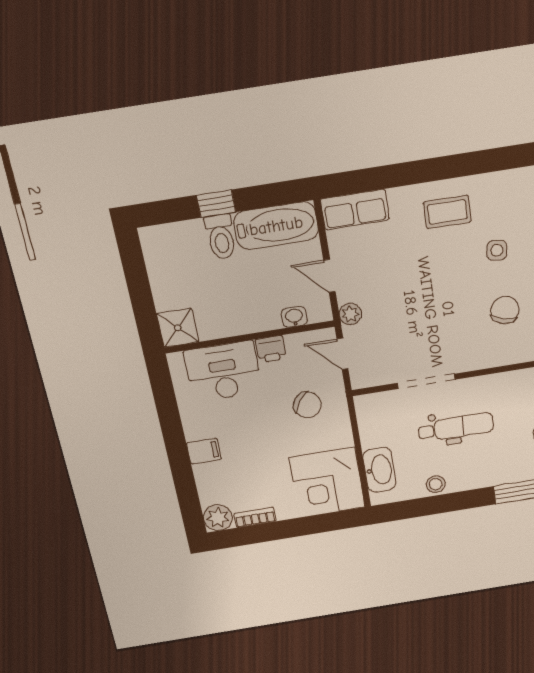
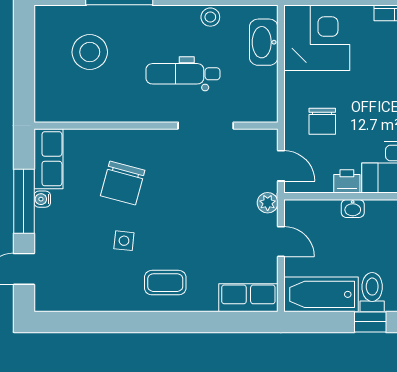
chair: (505, 310) -> (123, 183), width x1.37, depth x1.37
washbasin: (294, 317) -> (353, 208), moved
chair: (307, 405) -> (322, 121), turned -127

